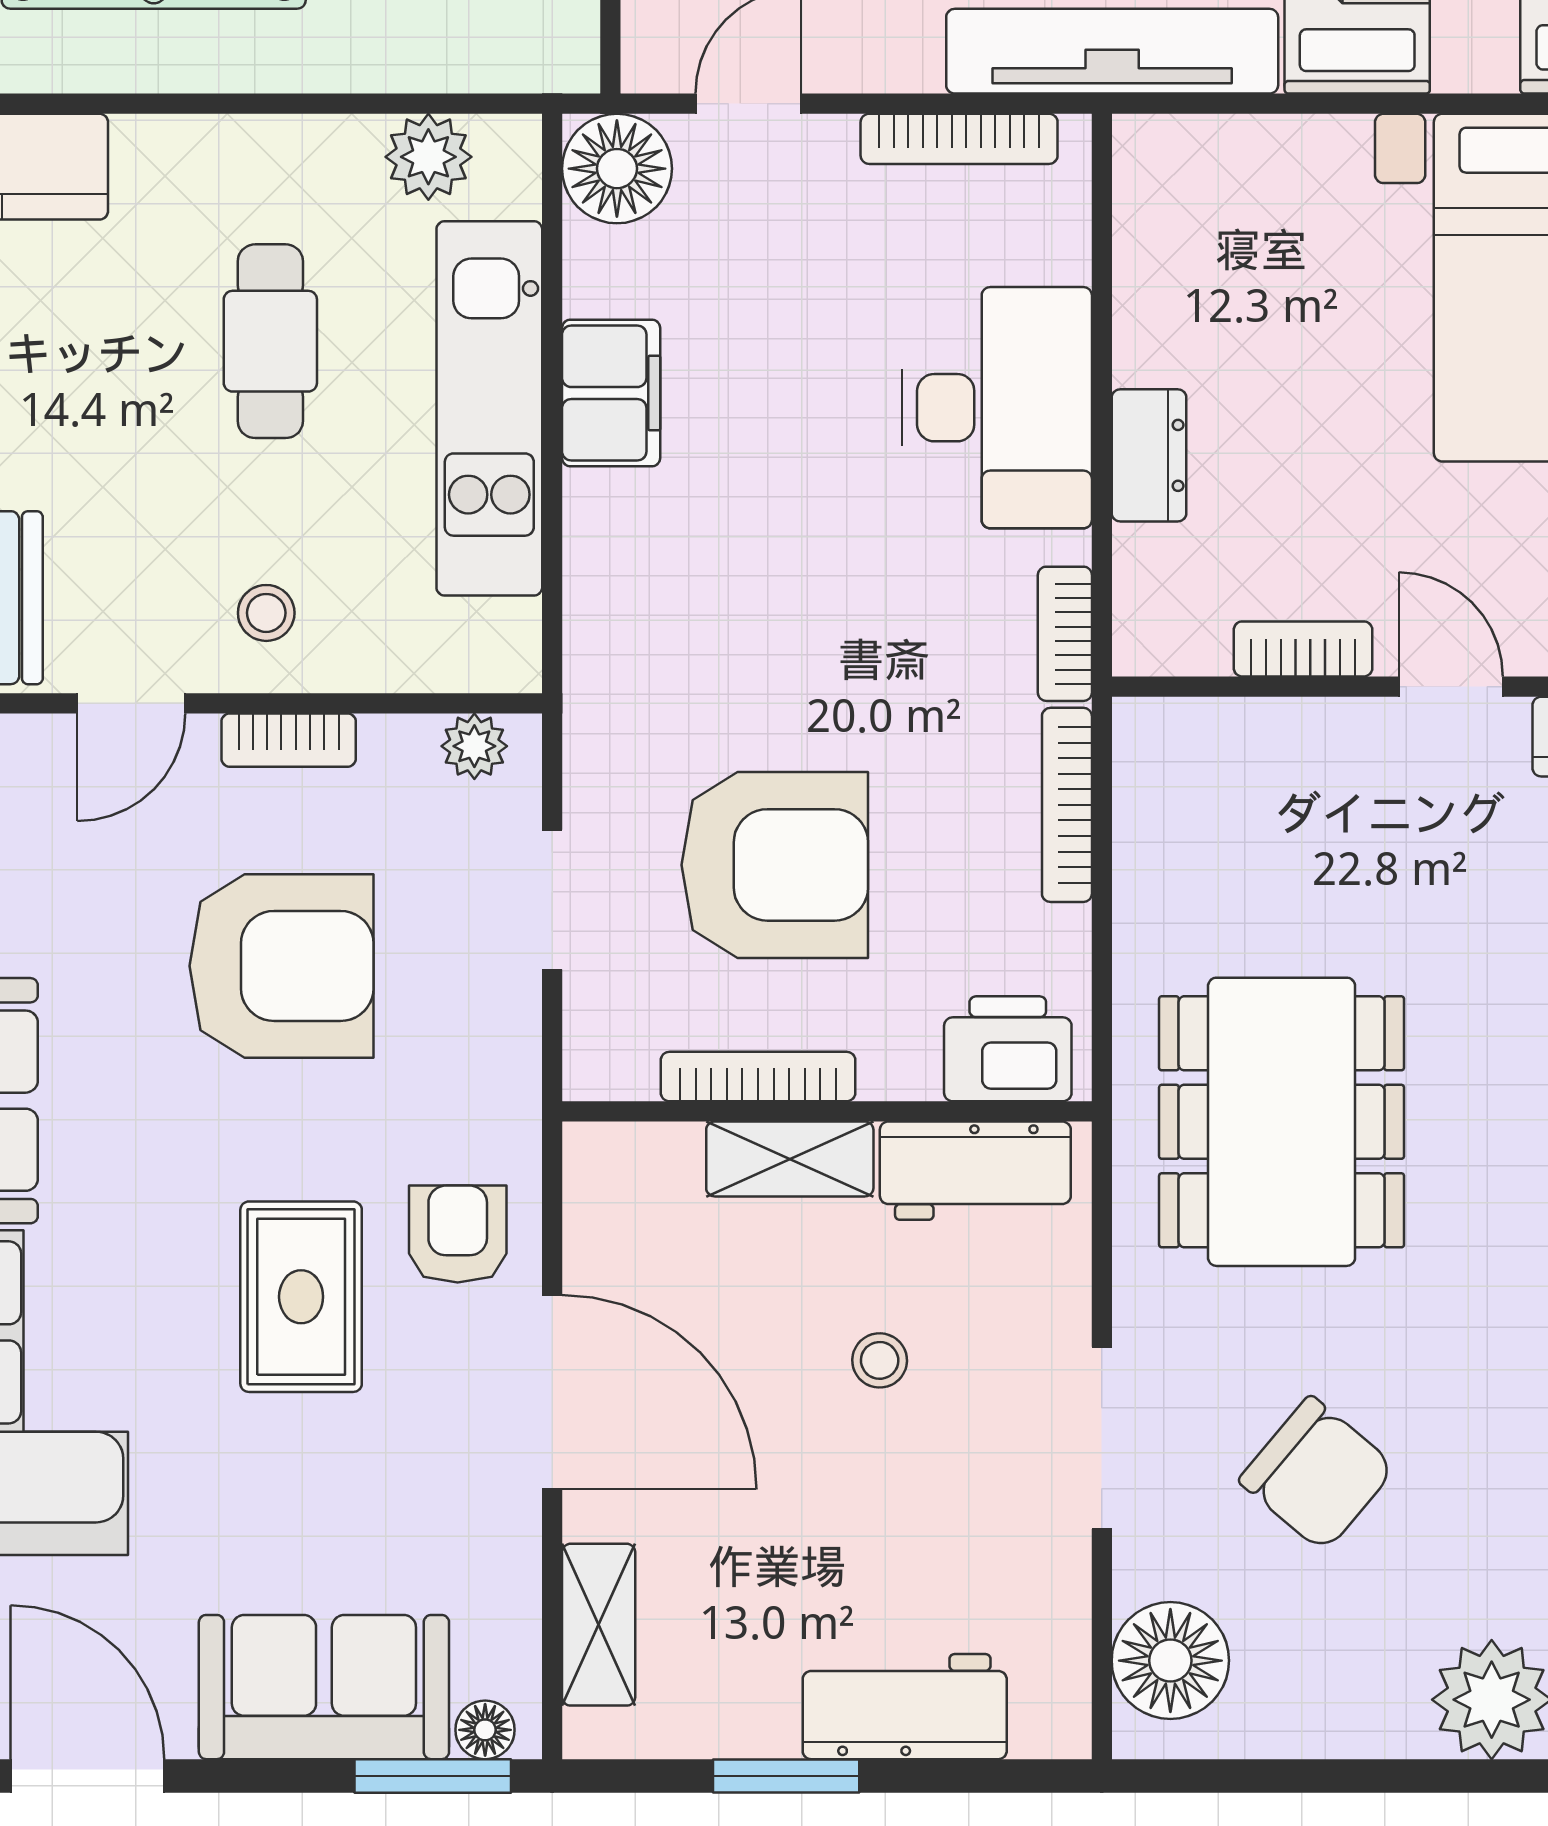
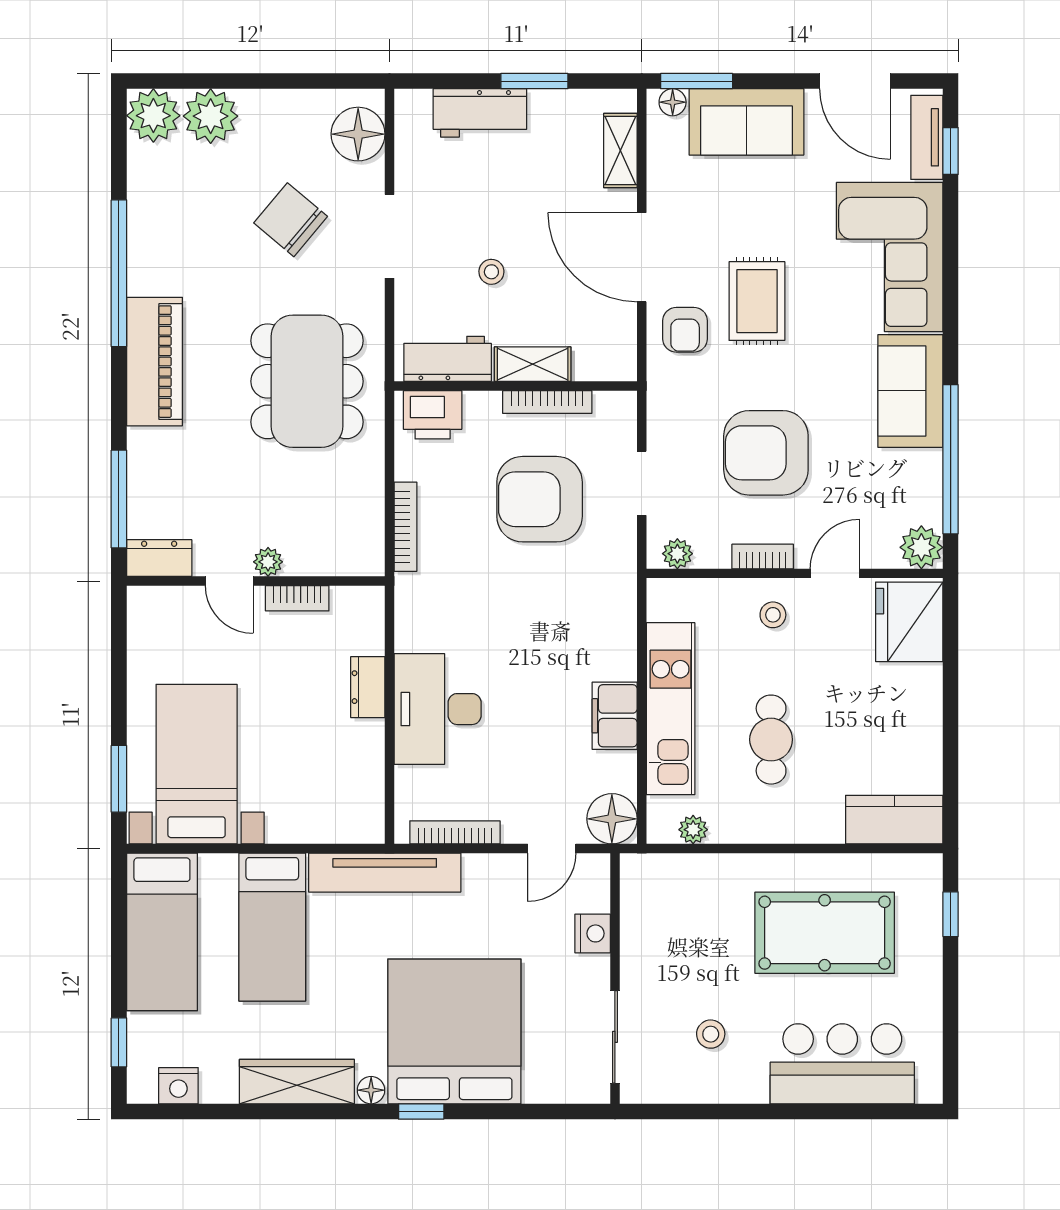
plant: (428, 157) -> (693, 830), width x0.73, depth x0.73
bookcase: (1065, 634) -> (406, 605), removed
plant: (1366, 728) -> (268, 562), added

